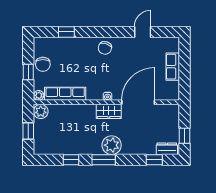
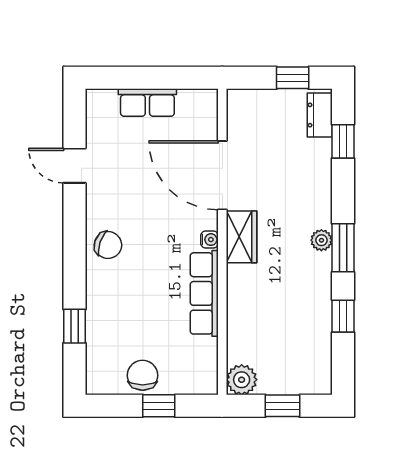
chair: (43, 64) -> (143, 375), turned -90
row of seats: (65, 94) -> (204, 293), moved
plant: (39, 95) -> (208, 384), removed
plant: (112, 145) -> (321, 240), width x0.53, depth x0.53

